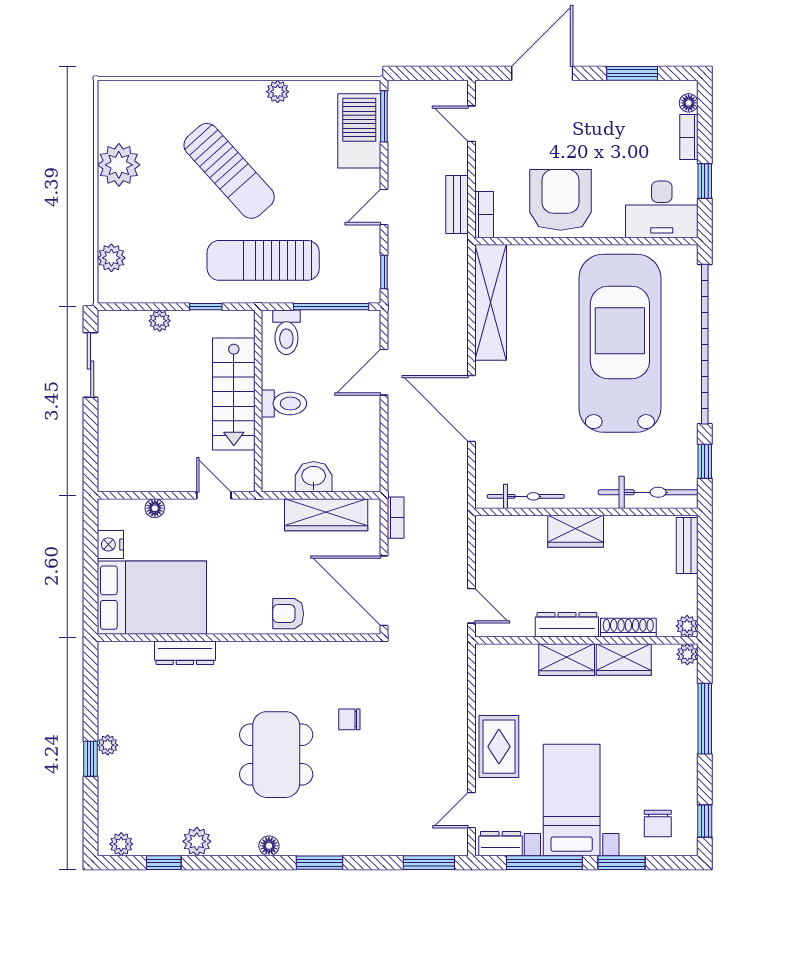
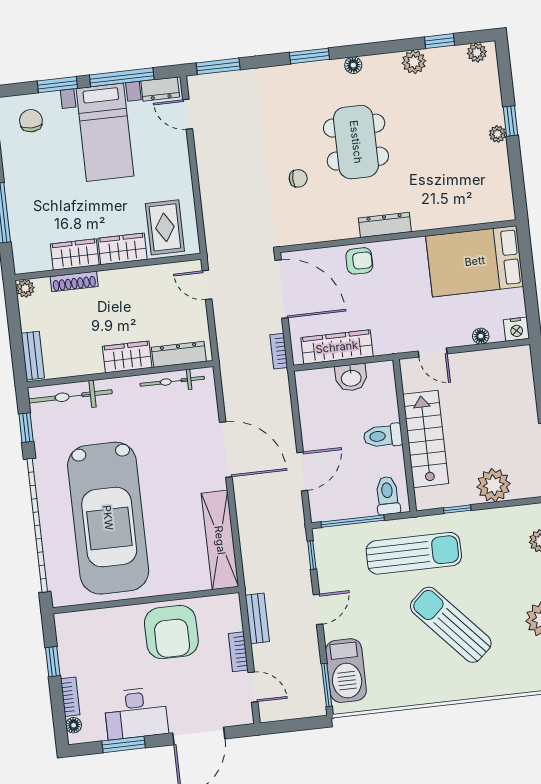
plant: (278, 92) -> (418, 696), removed
desk: (662, 209) -> (136, 713), moved, turned 180
bookcase: (484, 215) -> (238, 652), moved
plant: (160, 321) -> (494, 485), width x1.87, depth x1.87
nightstand: (110, 544) -> (516, 329), moved, turned 90
dresser: (567, 625) -> (179, 354), moved, turned 180
dresser: (185, 653) -> (385, 225), moved
plant: (687, 654) -> (22, 265), removed
rug: (499, 747) -> (165, 227), moved
door: (472, 810) -> (188, 114), swing flipped

